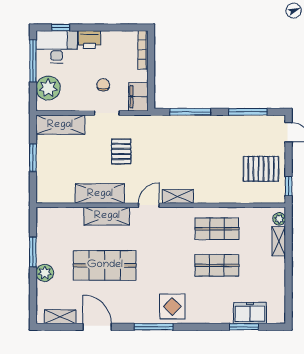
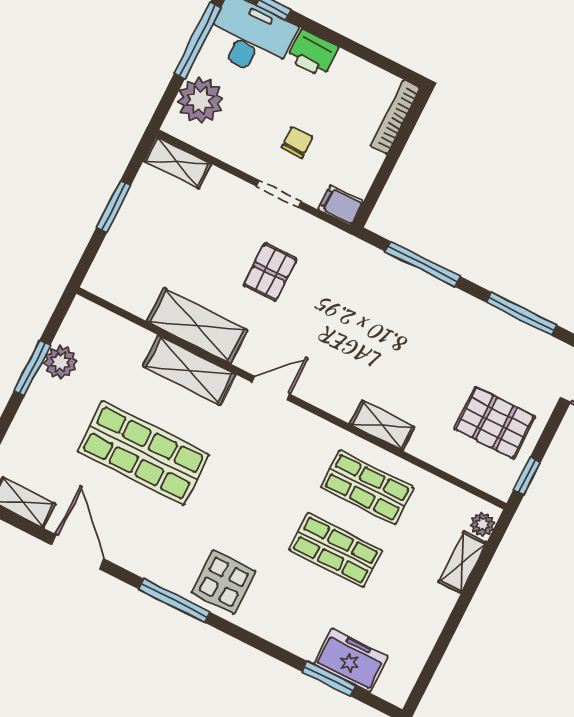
filing cabinet: (138, 97) -> (341, 205), width x0.50
shelving: (60, 125) -> (177, 162), width x0.67, depth x0.75
shelving: (178, 196) -> (382, 425), moved
plant: (45, 273) -> (60, 362), moved

